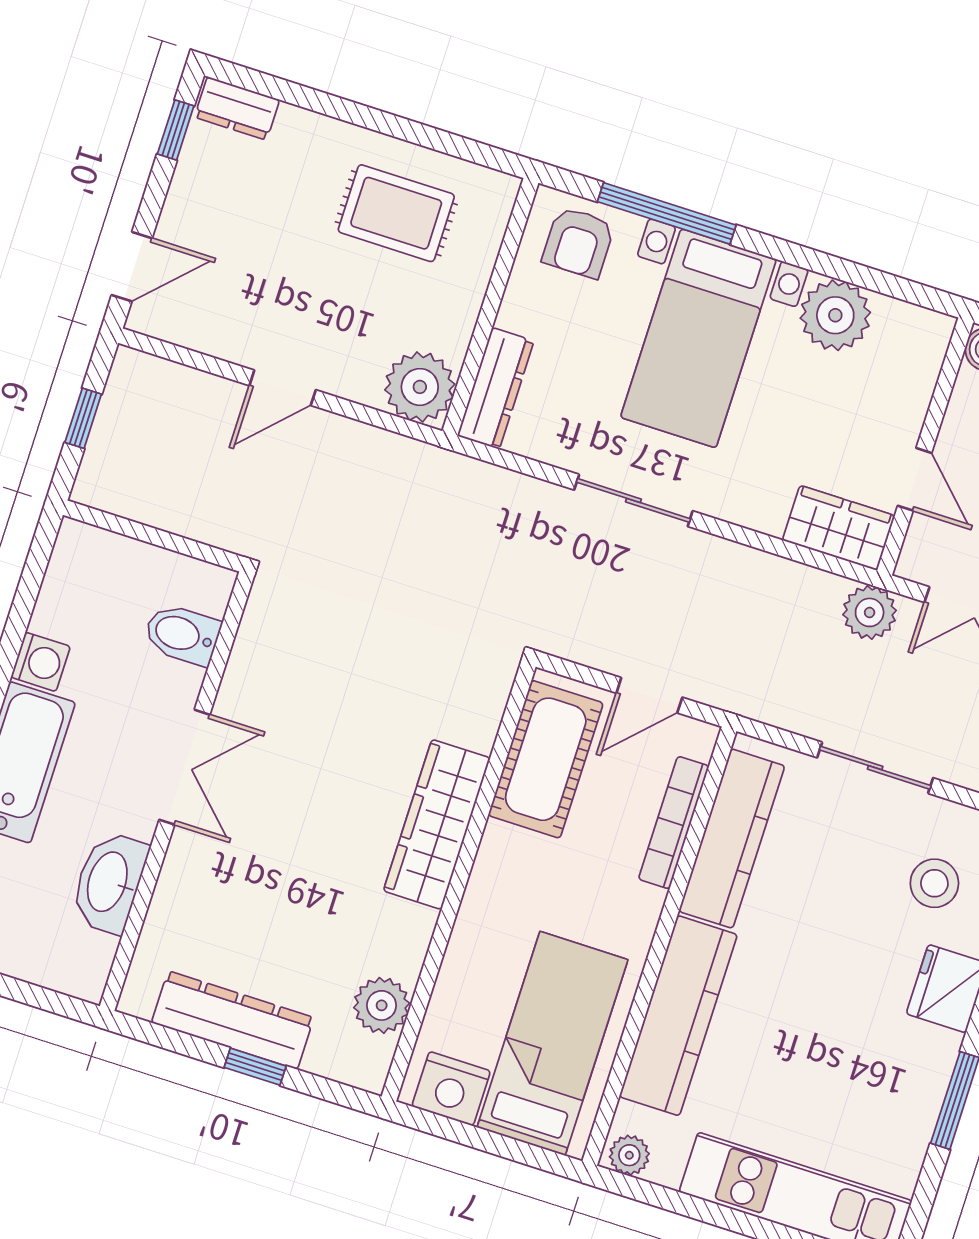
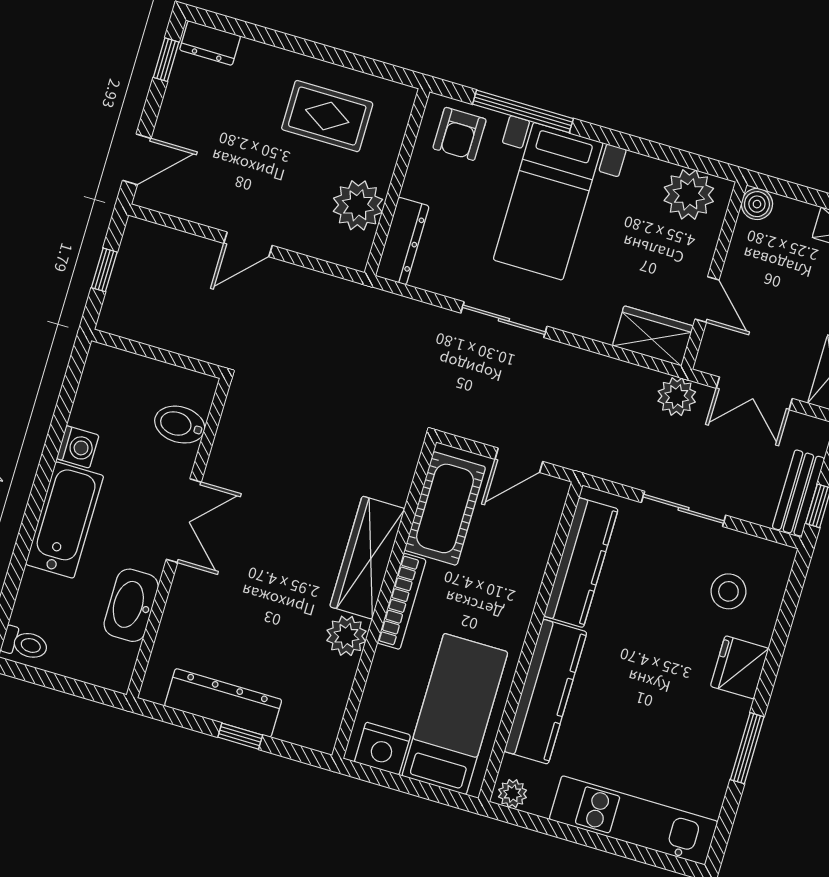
plant: (835, 315) -> (689, 194), moved
plant: (420, 387) -> (358, 205), moved
bookcase: (674, 823) -> (402, 601), moved, turned 180
plant: (382, 1005) -> (346, 636), moved

